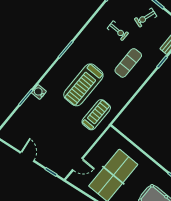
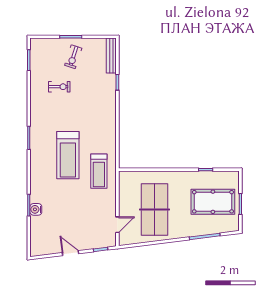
exercise mat: (128, 63) -> (90, 106), removed
water cooler: (39, 92) -> (36, 209), moved
treadmill: (96, 115) -> (99, 171), turned 180

